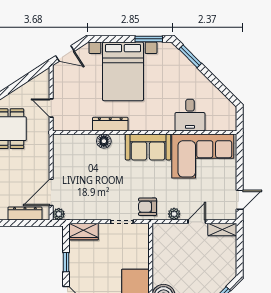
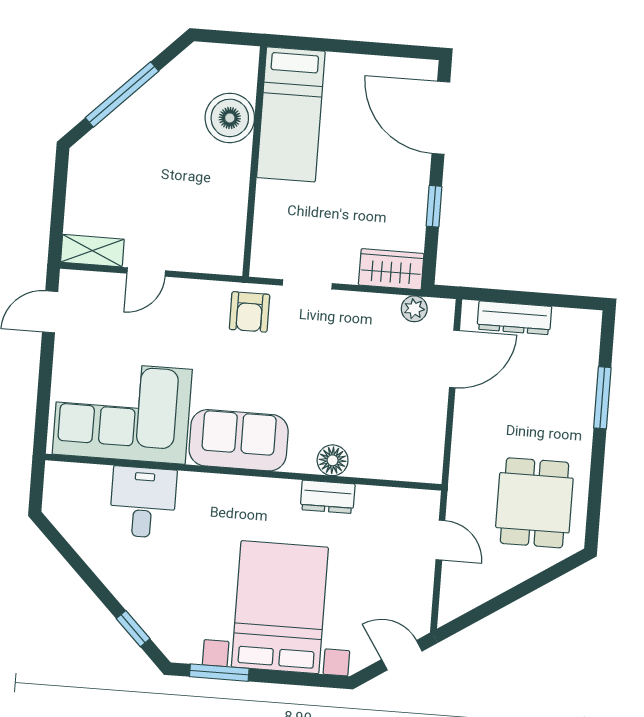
window: (190, 56) -> (133, 629), width x0.67
dresser: (110, 124) -> (328, 497), width x0.70
armchair: (148, 207) -> (249, 312), turned 90
plant: (59, 214) -> (414, 309), moved
plant: (174, 214) -> (193, 292), removed

